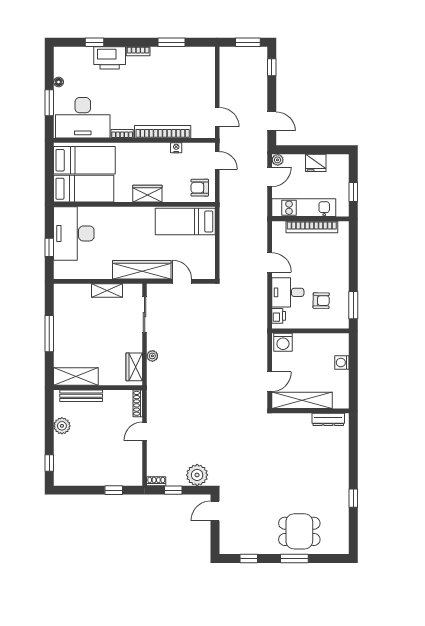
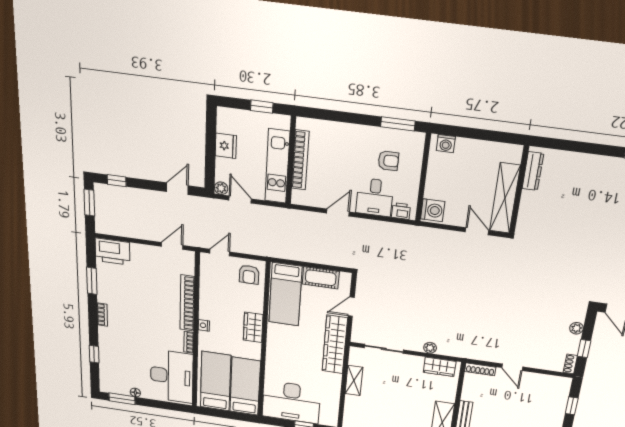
printer: (110, 58) -> (112, 251), moved, turned 90
window: (49, 103) -> (122, 399), moved
nightstand: (176, 148) -> (204, 325), moved
cot: (206, 252) -> (321, 278), added
armchair: (321, 301) -> (388, 161), turned 89
washing machine: (342, 363) -> (446, 144), moved
plant: (197, 475) -> (576, 328), width x0.53, depth x0.53

